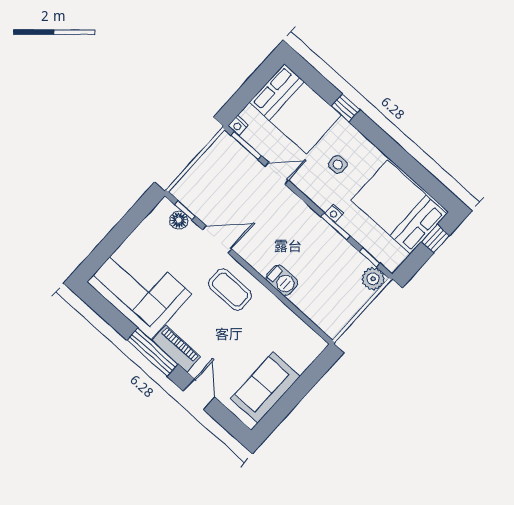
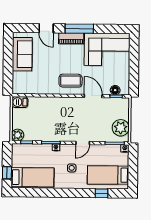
window: (346, 108) -> (101, 193), moved
bed: (295, 109) -> (108, 175), width x0.67
plant: (218, 160) -> (121, 128), added
door: (277, 173) -> (83, 143), moved
bed: (399, 207) -> (32, 177), width x0.67
door: (217, 239) -> (93, 96), swing flipped
barbecue: (282, 280) -> (20, 102), moved

